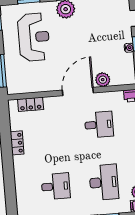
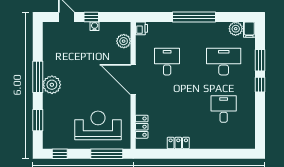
reception desk: (34, 37) -> (98, 125), moved
plant: (103, 80) -> (124, 41), moved

